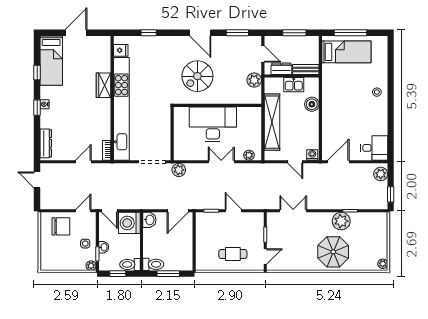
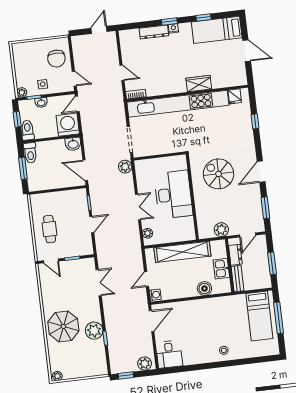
dresser: (46, 143) -> (154, 32), moved
door: (338, 162) -> (152, 321), hinge flipped

